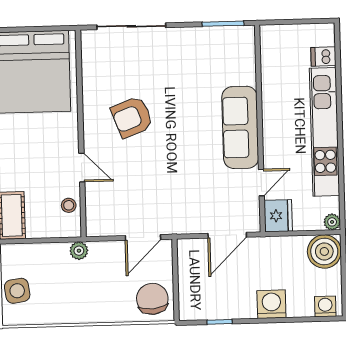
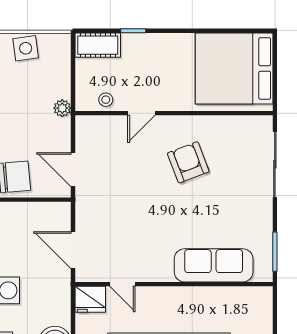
sofa: (240, 127) -> (214, 265), moved

